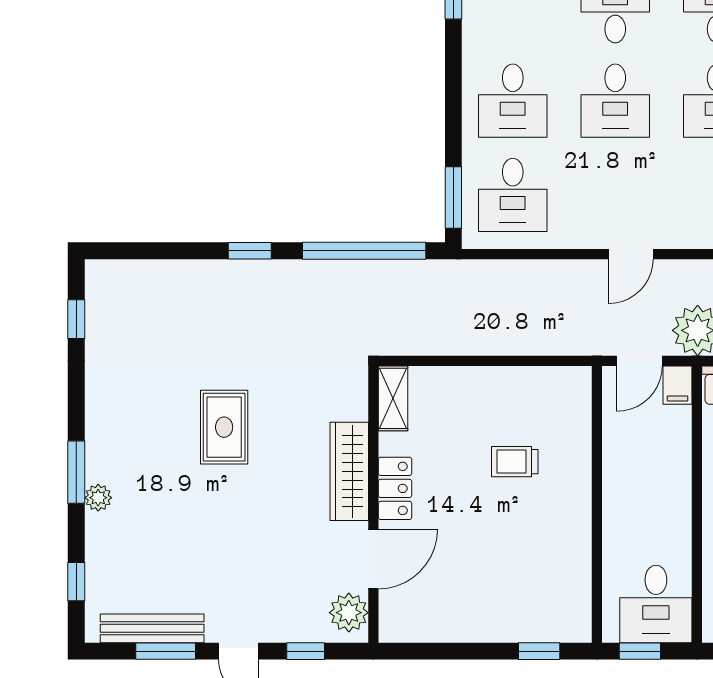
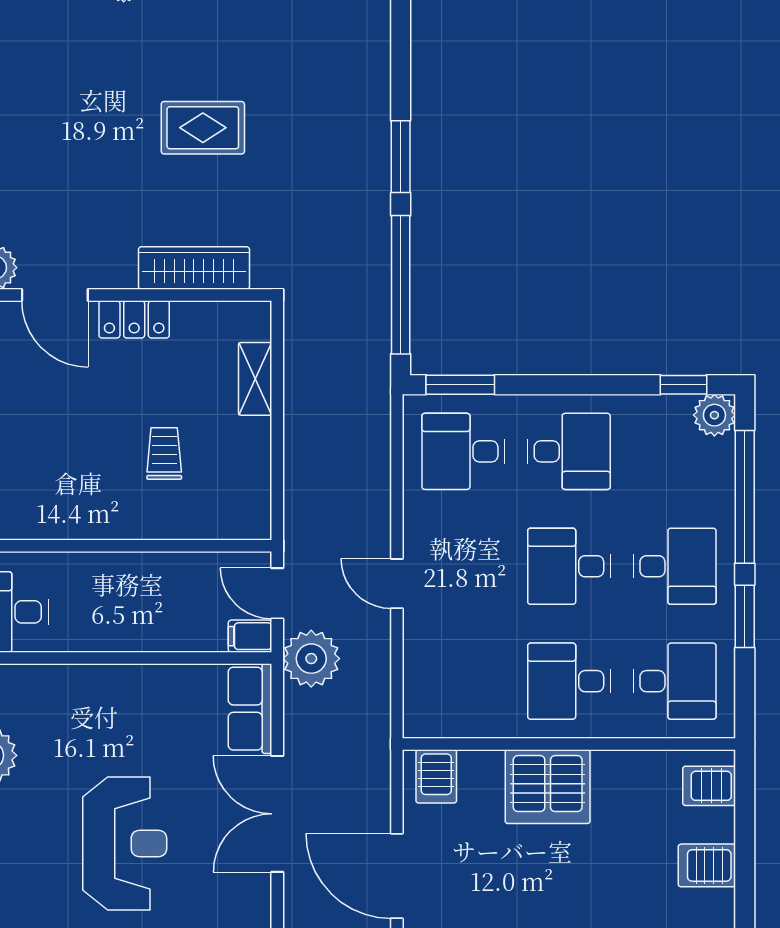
desk: (513, 101) -> (569, 451), turned 180
window: (250, 251) -> (401, 157), width x1.50
shelving: (393, 398) -> (255, 379), moved, turned 90
wardrobe: (349, 471) -> (194, 268), moved

